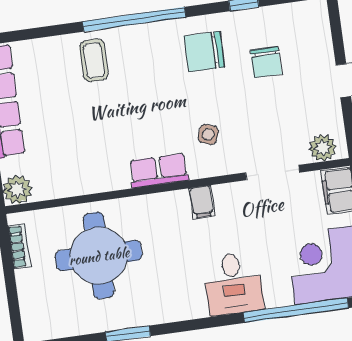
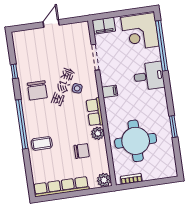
chair: (266, 62) -> (82, 151), moved
plant: (323, 148) -> (98, 133), moved

